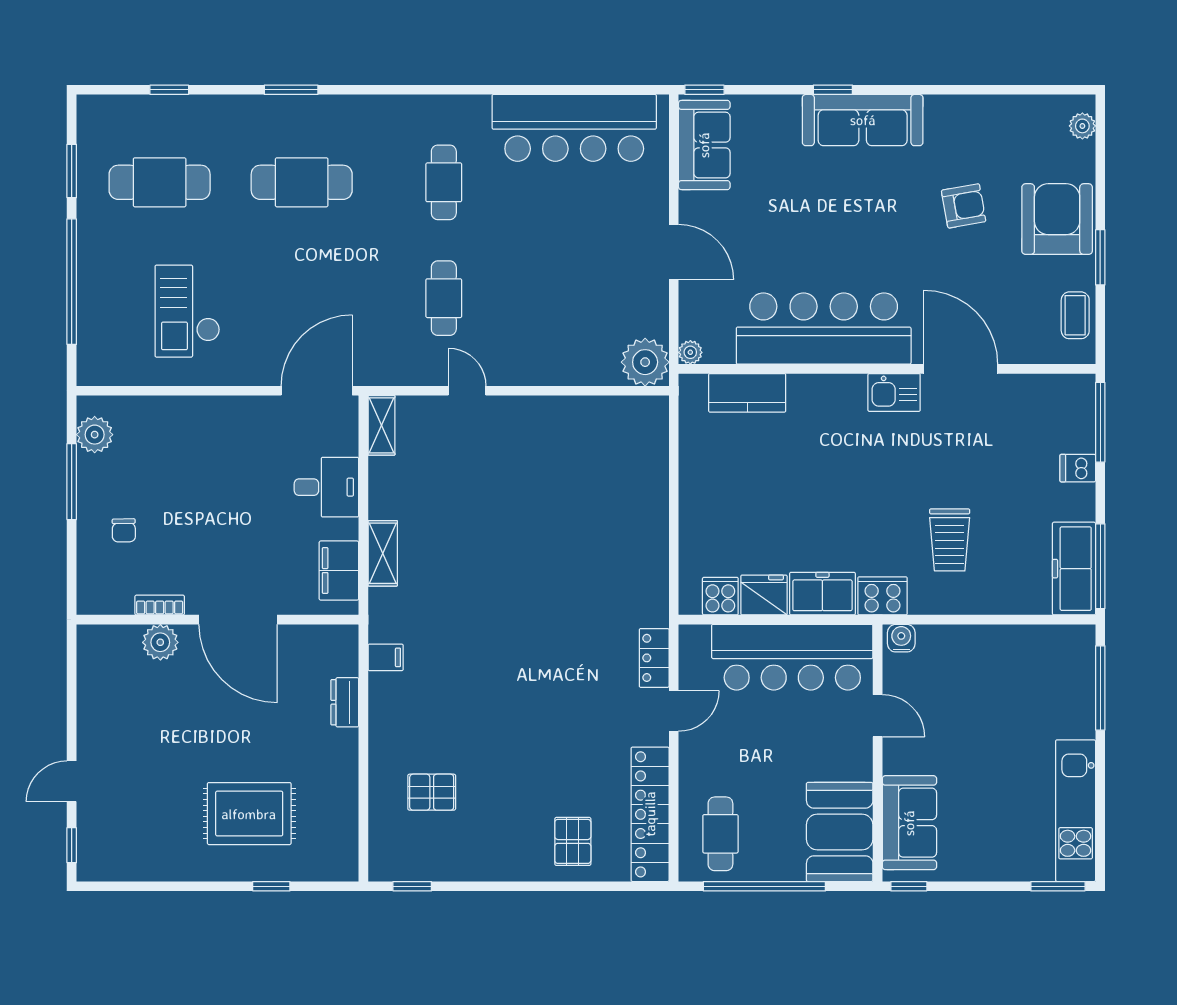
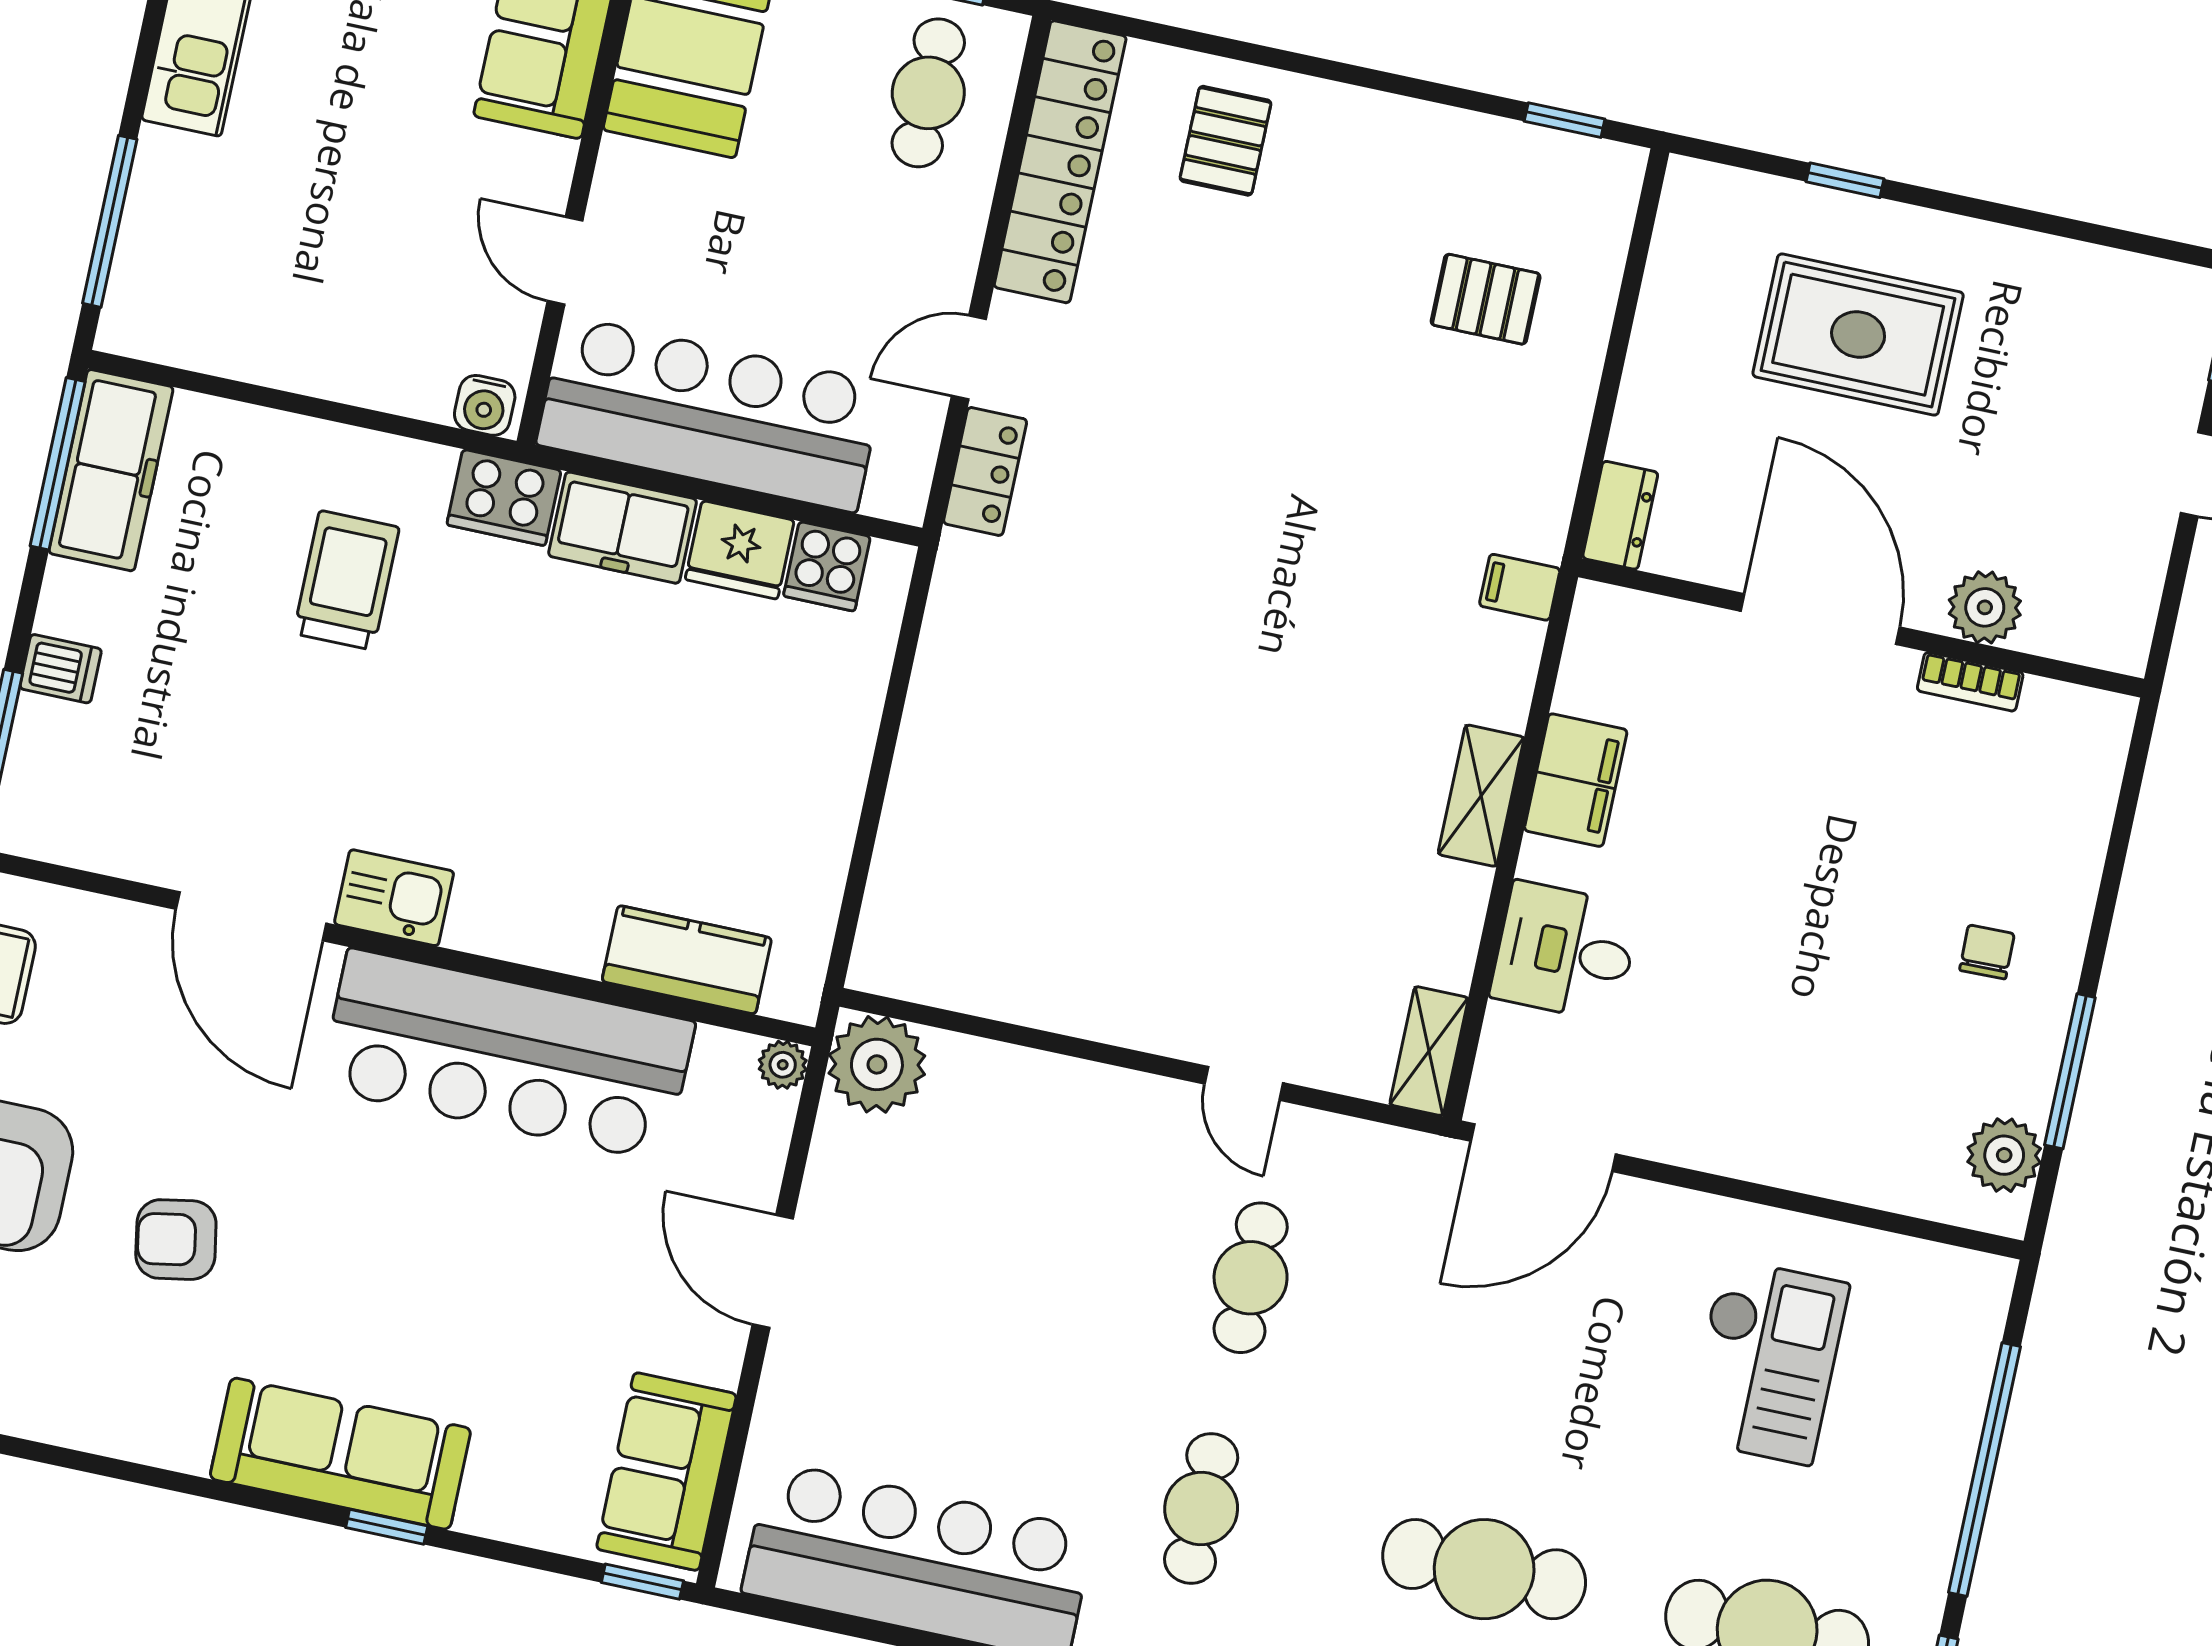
bookcase: (160, 605) -> (1970, 682), moved
wall: (218, 620) -> (1861, 628), moved
door: (238, 620) -> (1820, 619), moved
plant: (160, 642) -> (1985, 607), moved

